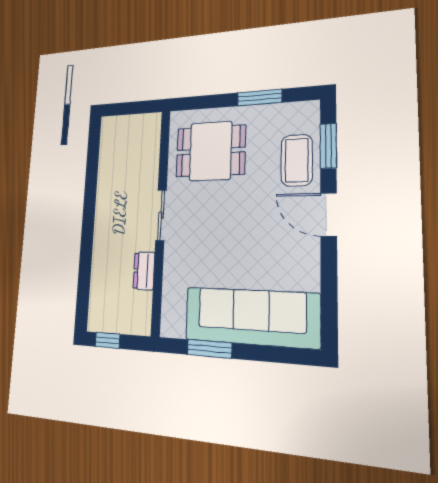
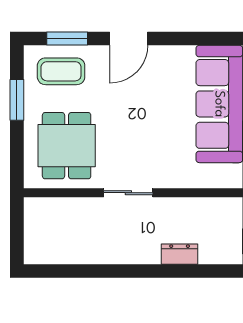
coffee table: (297, 160) -> (61, 71), moved
dresser: (144, 271) -> (180, 254), moved, turned 180

